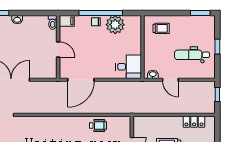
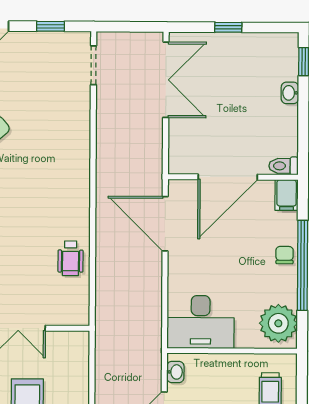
plant: (115, 25) -> (278, 323), moved
door: (58, 49) -> (228, 177), width x1.88
desk: (128, 67) -> (201, 322), width x1.37

